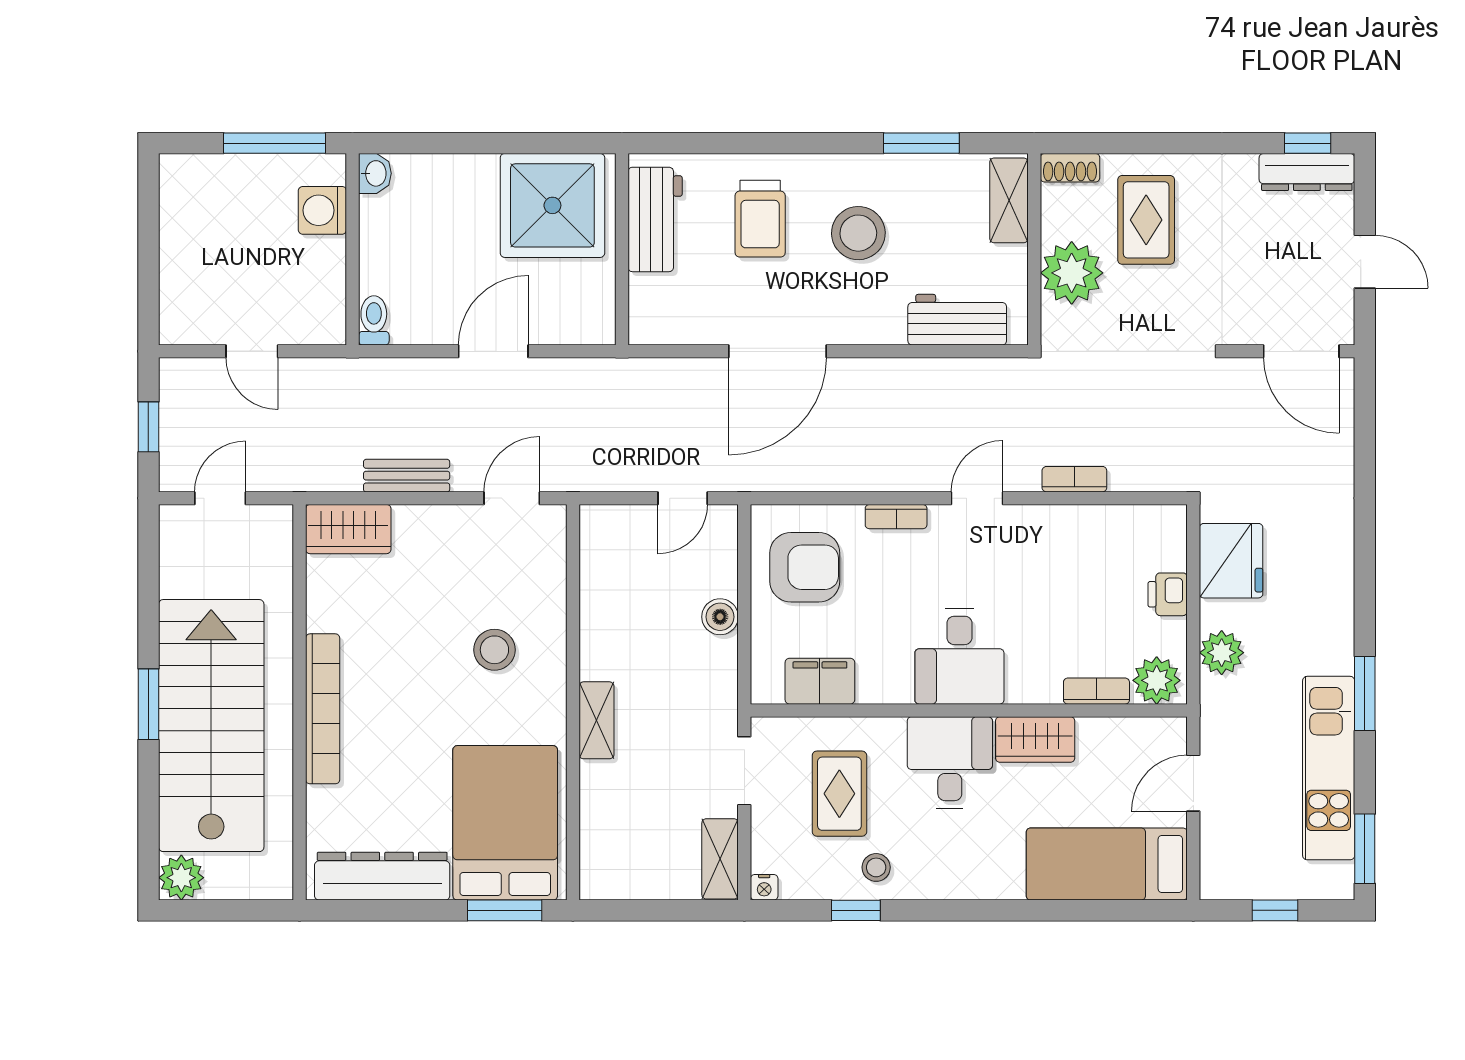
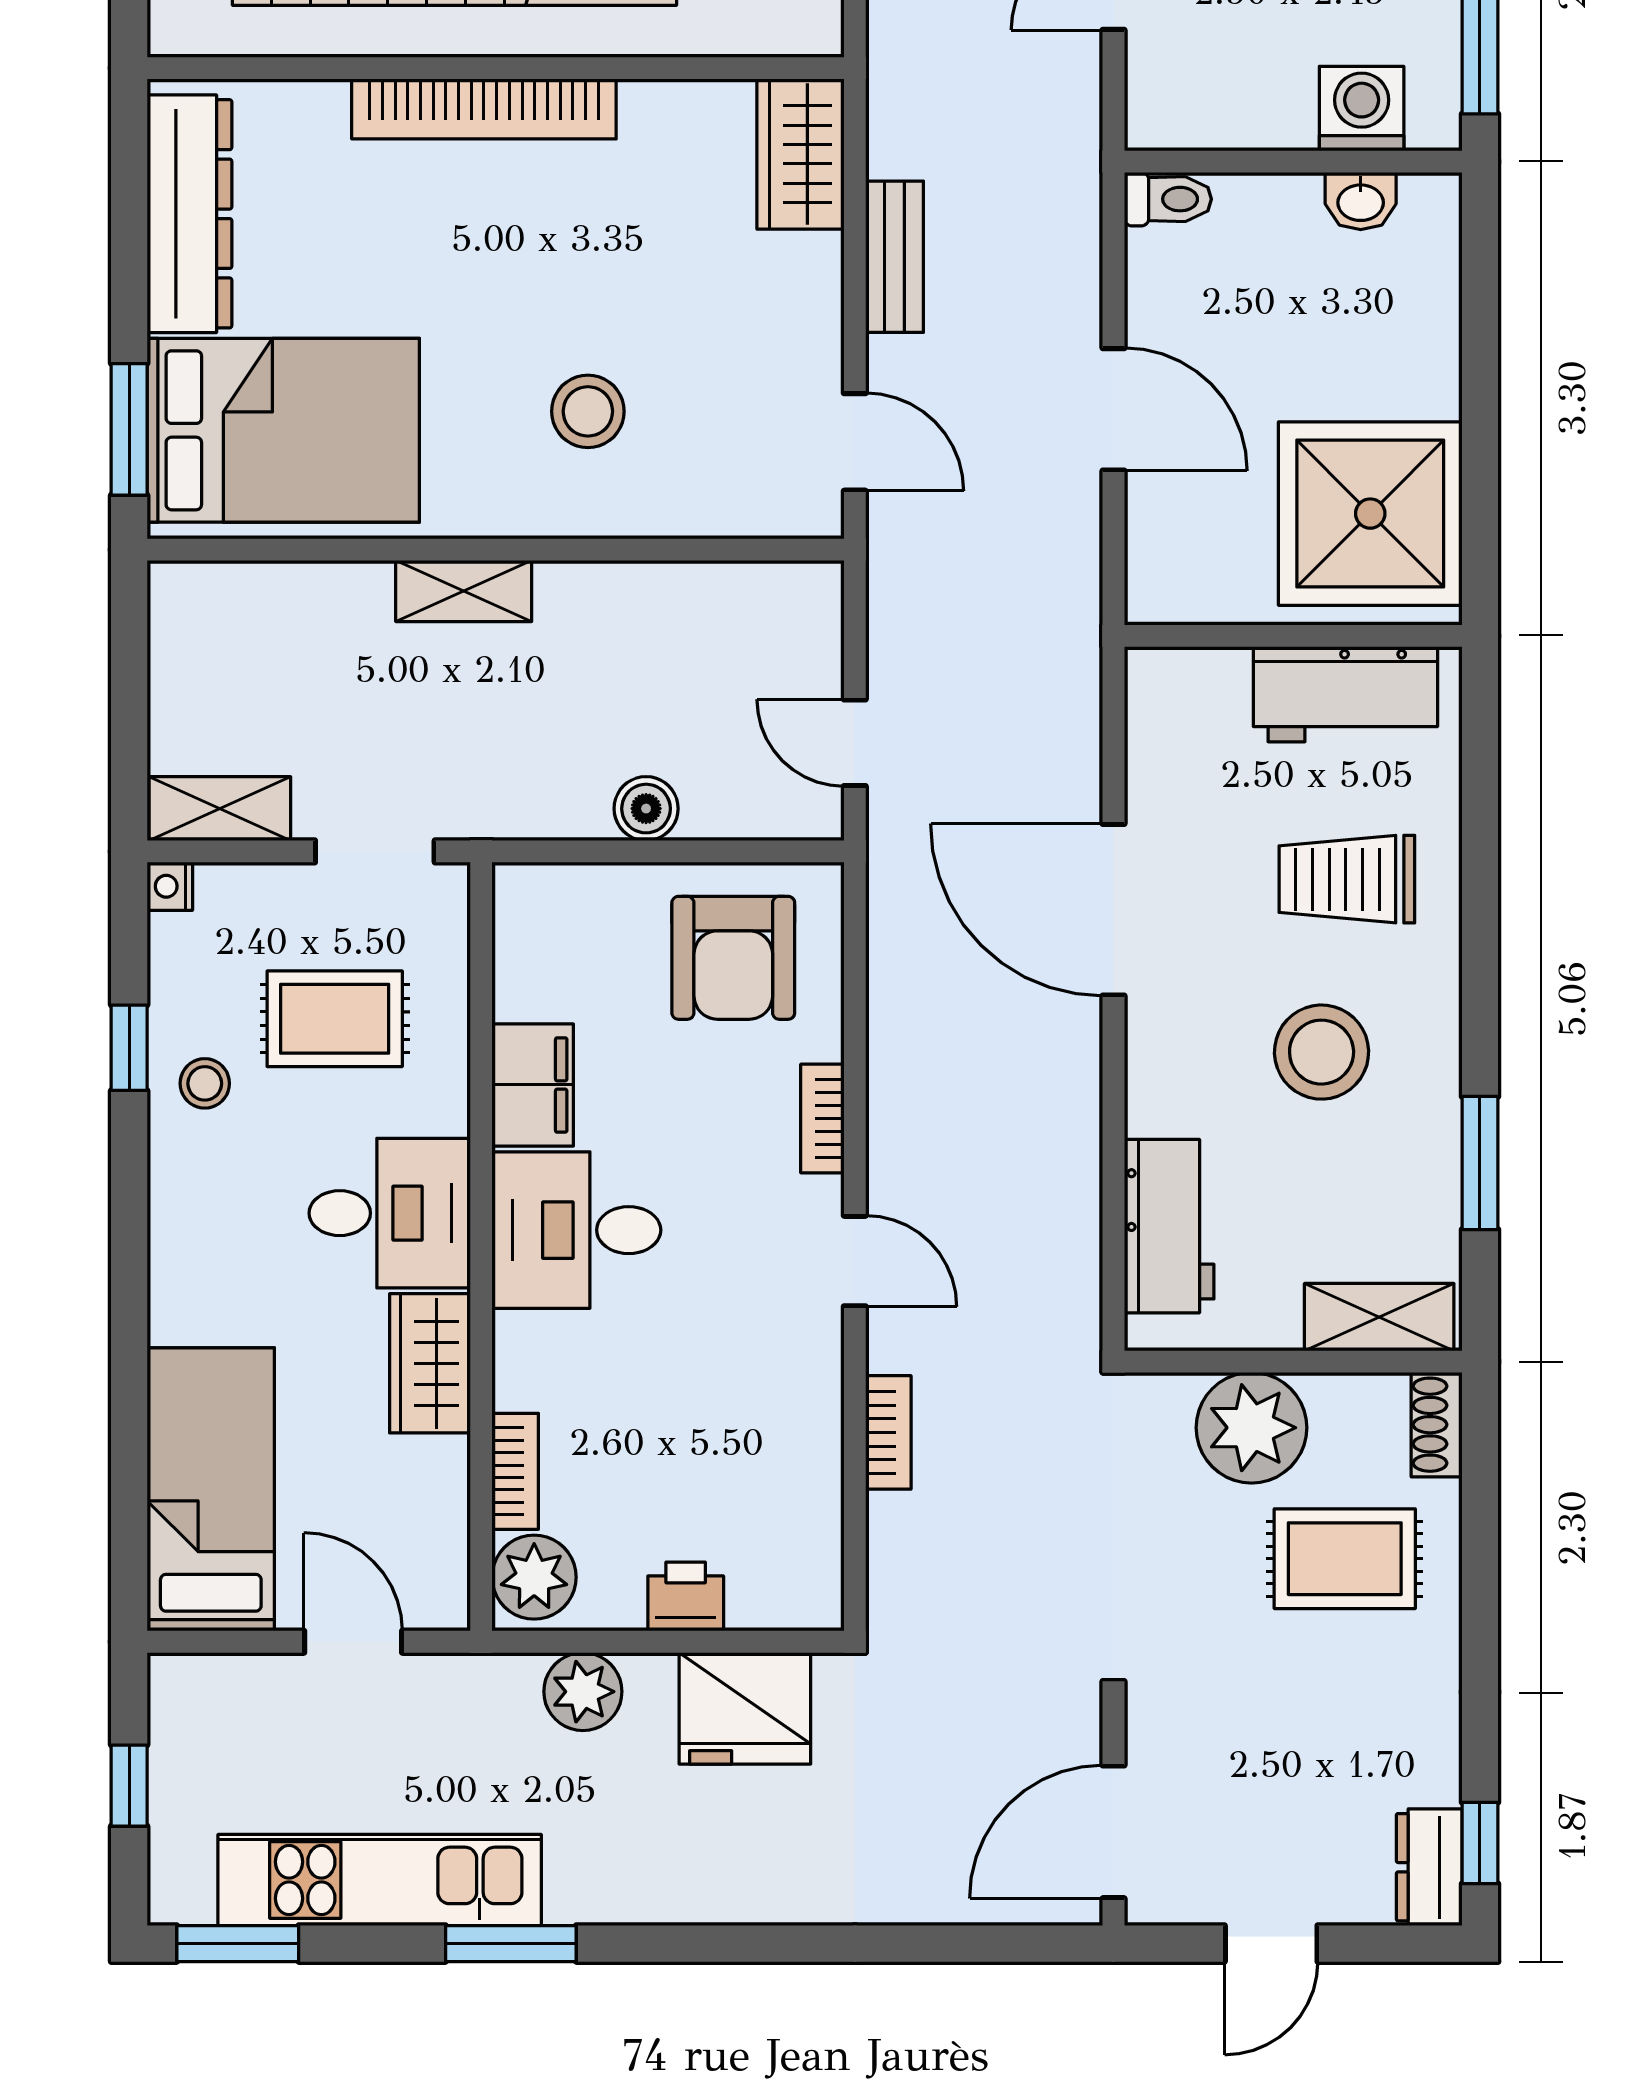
dresser: (1307, 172) -> (1429, 1867), width x0.70
washbasin: (375, 173) -> (1361, 201), moved
filing cabinet: (820, 681) -> (533, 1085), moved

